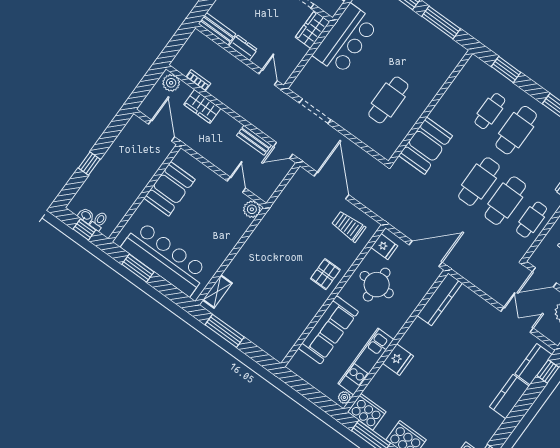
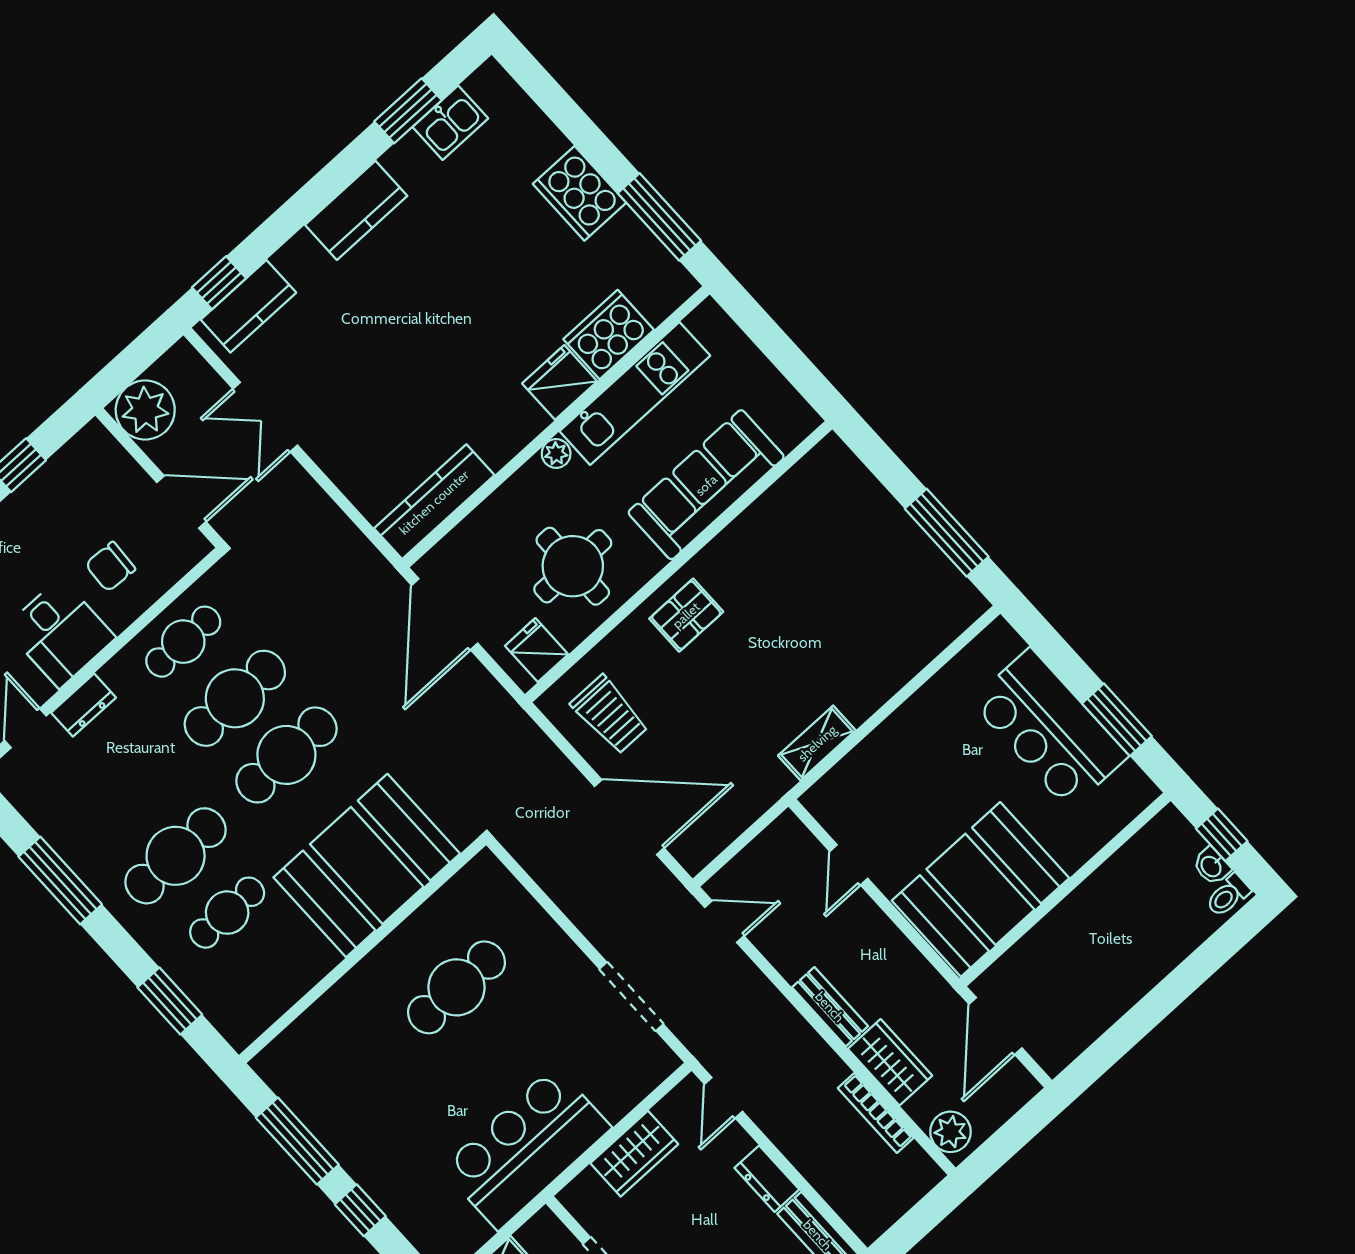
wardrobe: (312, 30) -> (634, 1154), moved
bookcase: (198, 80) -> (876, 1113), width x1.56
bench: (254, 140) -> (830, 1007), moved
booth: (426, 146) -> (367, 866), width x1.36, depth x1.42
window: (89, 164) -> (1179, 985), removed
door: (331, 185) -> (629, 817), swing flipped
booth: (170, 189) -> (980, 889), width x1.36, depth x1.42
plant: (252, 209) -> (825, 800), removed
toilet: (99, 221) -> (1228, 895), moved
door: (426, 254) -> (445, 614), hinge flipped
bar counter: (165, 258) -> (1050, 729), width x0.73
shelving: (217, 291) -> (817, 743), moved
plant: (344, 397) -> (556, 453), moved
kitchen counter: (509, 397) -> (356, 210), moved
cooker: (367, 412) -> (609, 335), moved, turned 90

